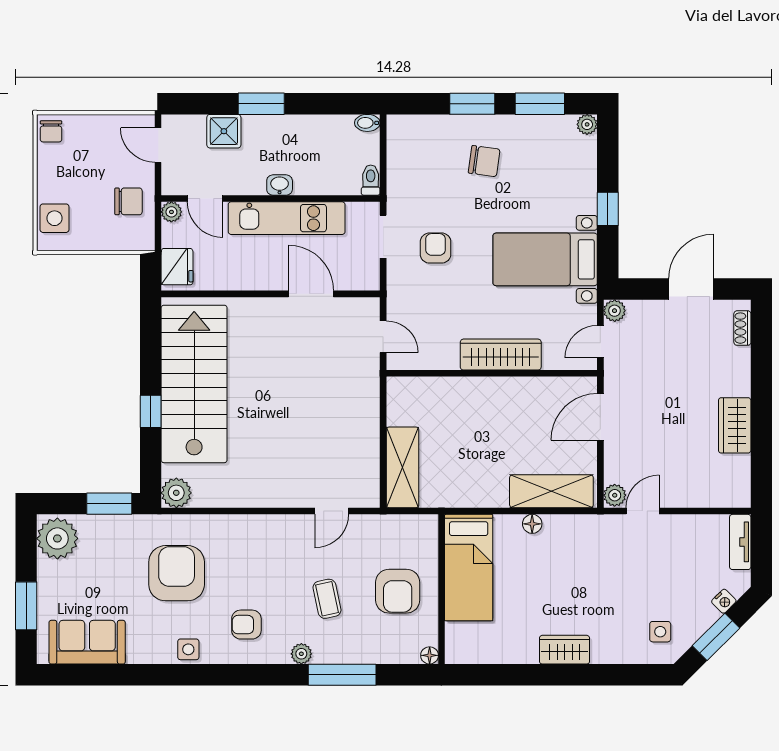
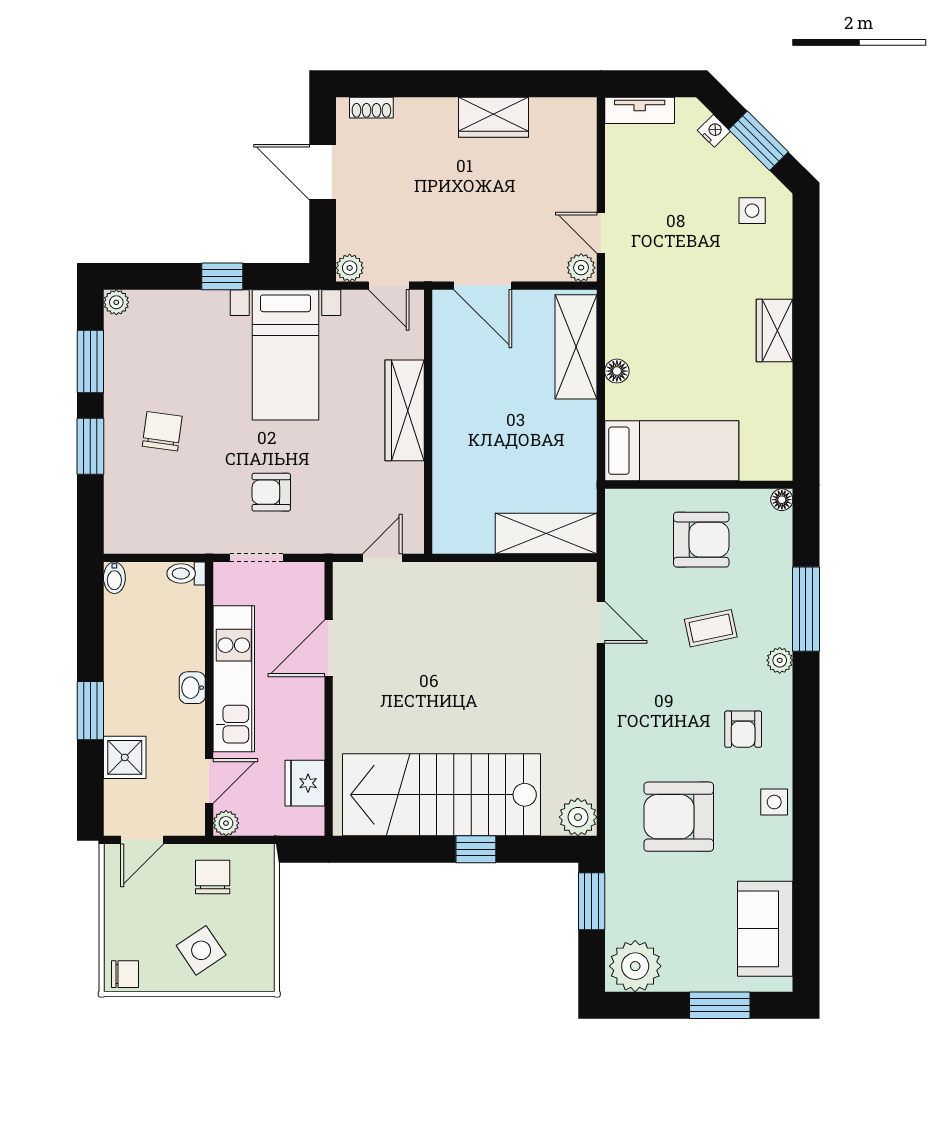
side table: (54, 218) -> (201, 950), moved, turned -34
fridge: (177, 267) -> (305, 783), moved, turned -90

